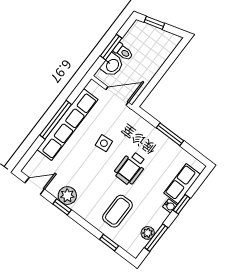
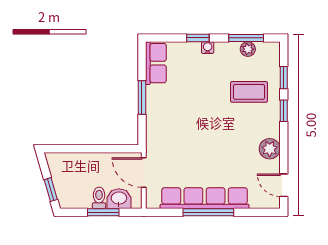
side table: (104, 143) -> (196, 152), removed
wheelchair: (131, 168) -> (200, 110), removed
row of seats: (182, 184) -> (156, 63), moved, turned -90
window: (62, 207) -> (284, 111), moved

